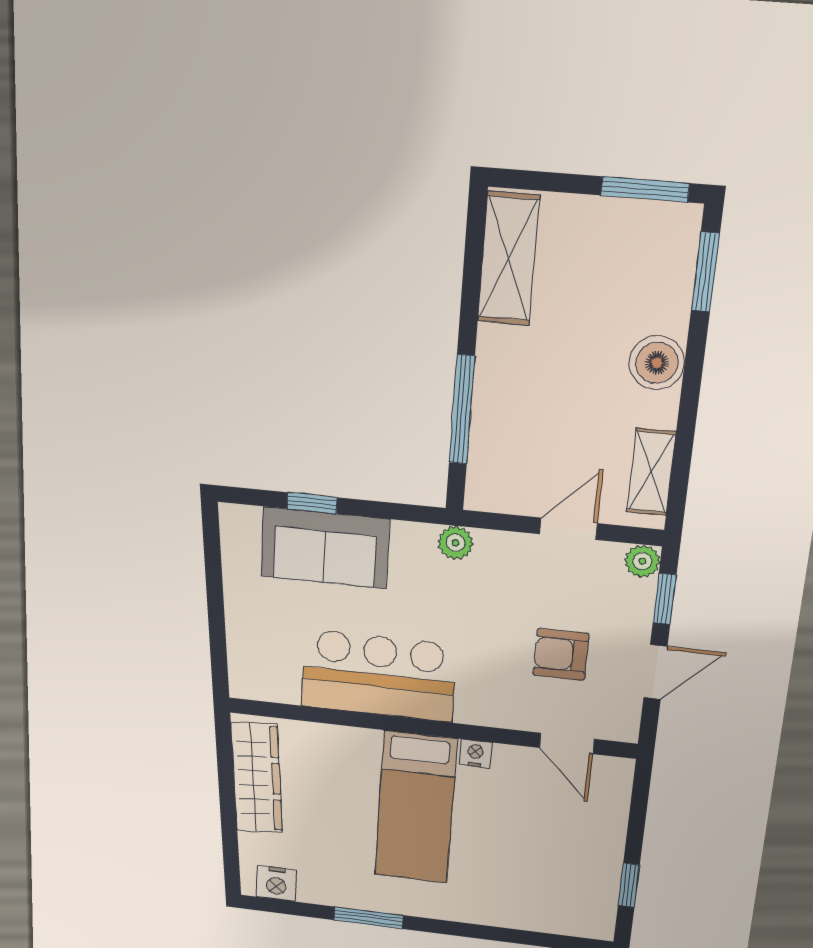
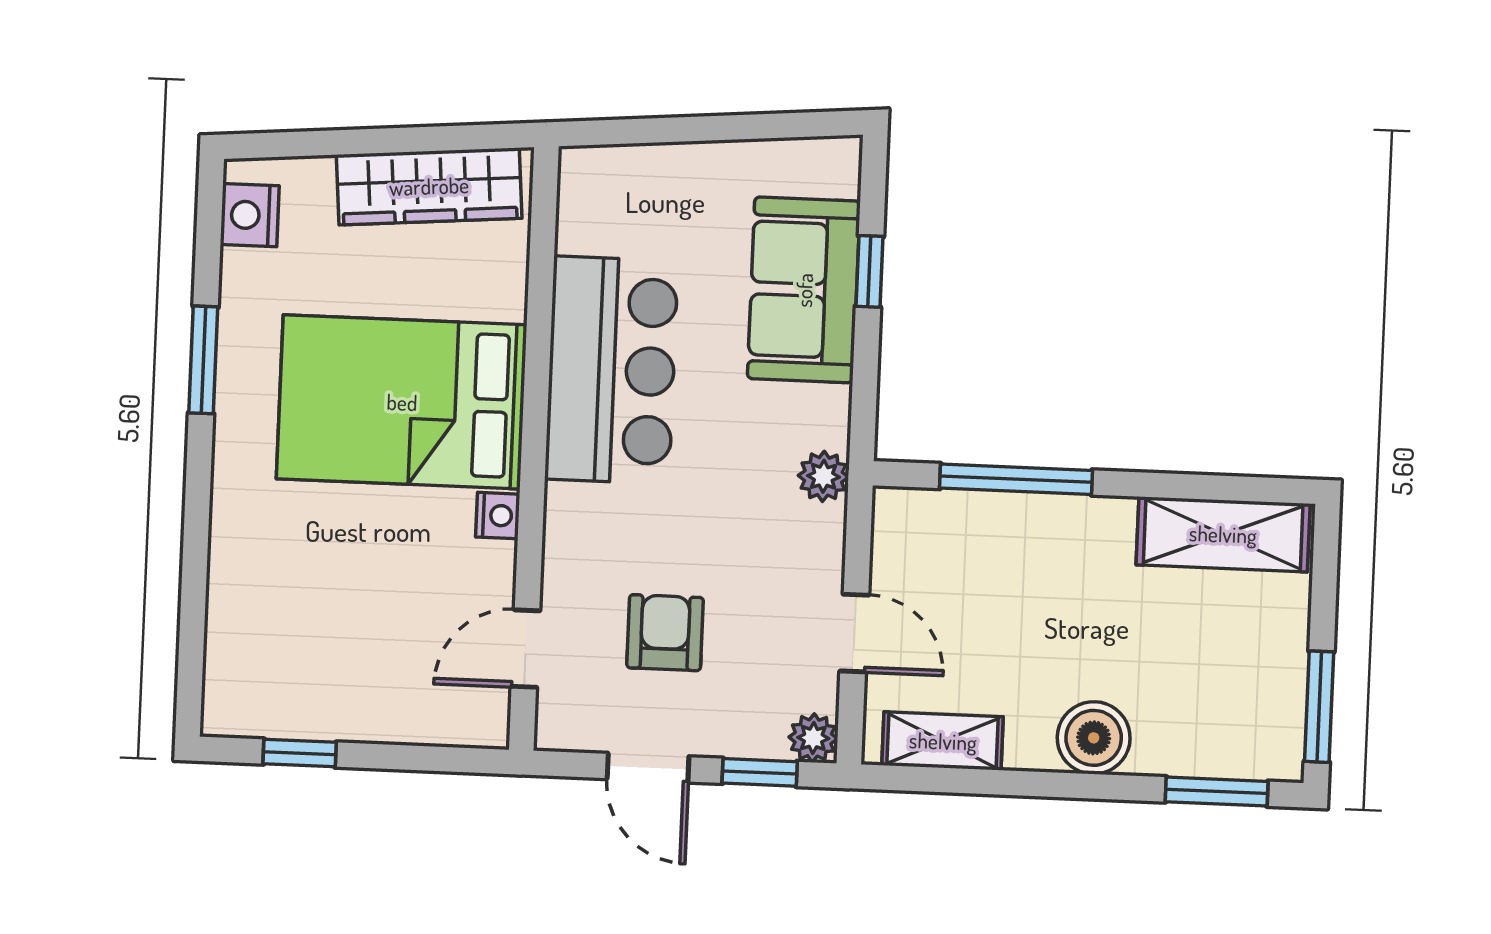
bed: (416, 808) -> (402, 402), width x1.50

